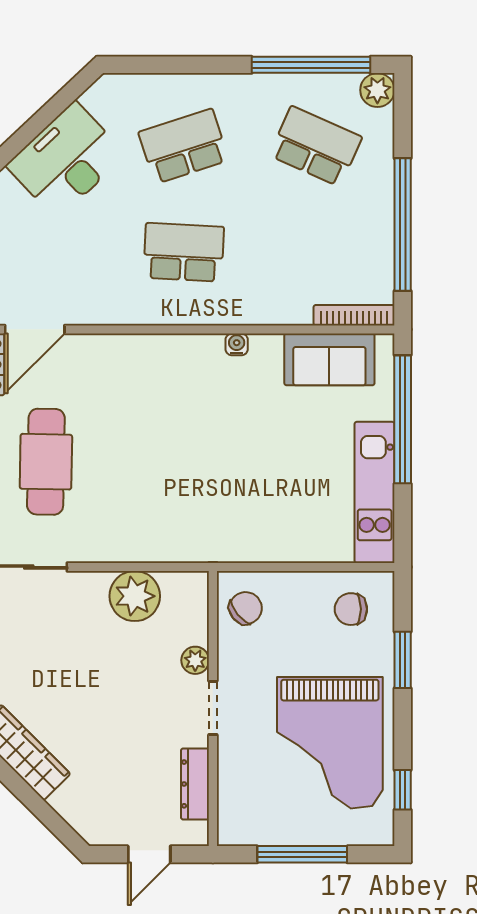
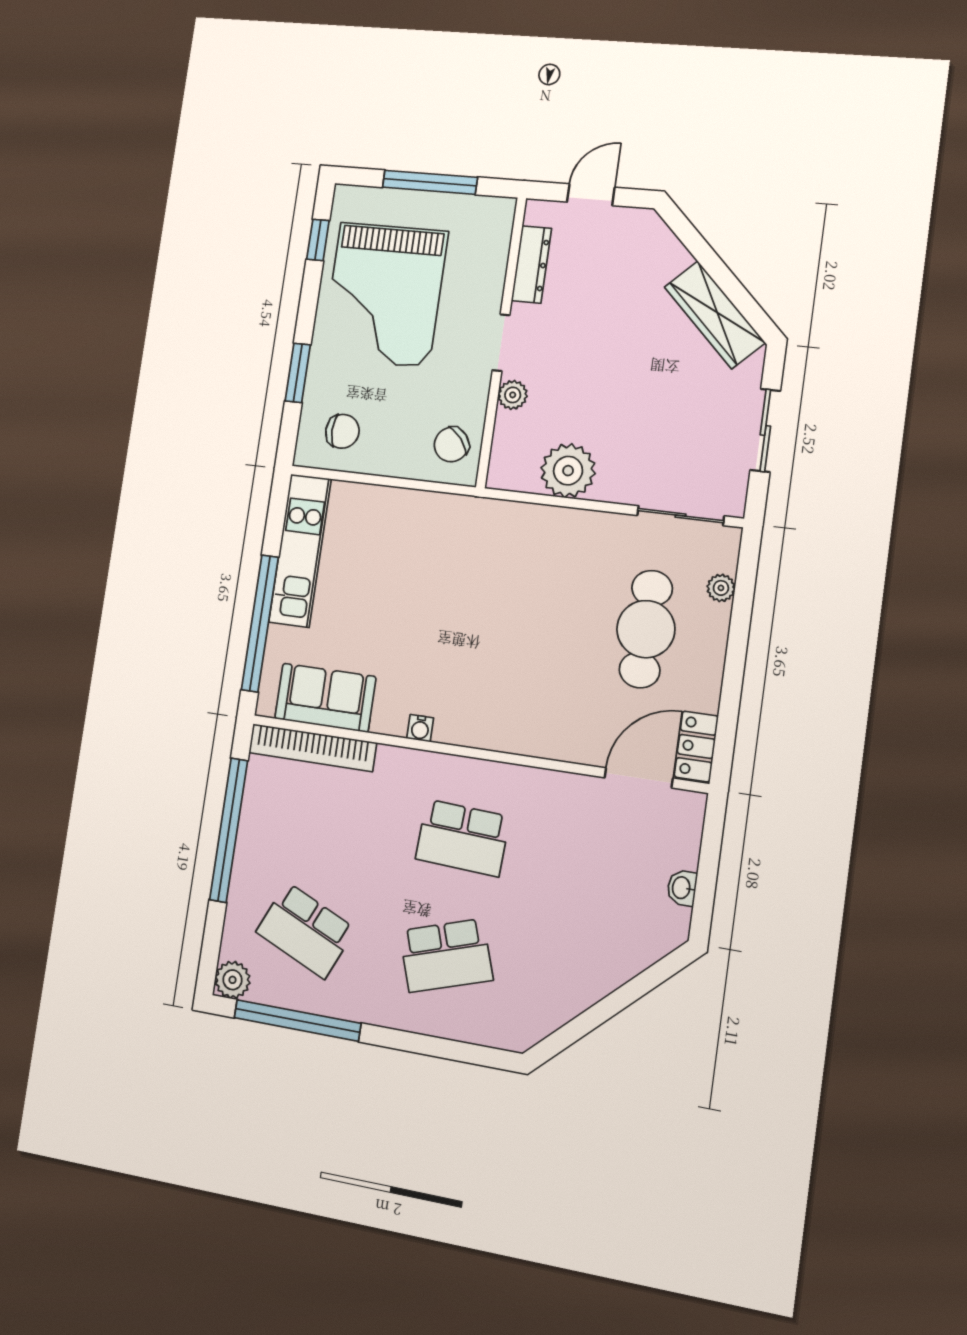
desk: (66, 160) -> (578, 963), removed
bookcase: (354, 315) -> (312, 748), width x1.48, depth x1.31
grand piano: (330, 743) -> (384, 295), turned 180

